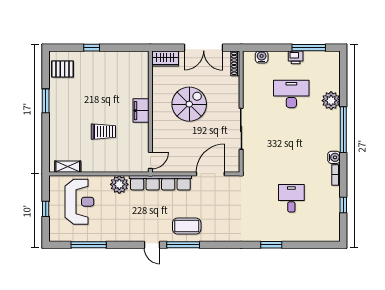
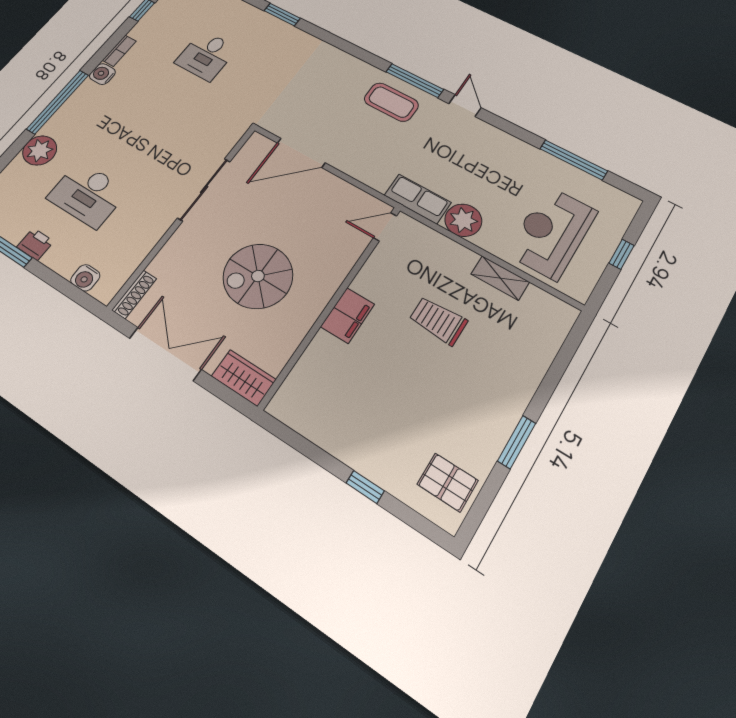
shelving: (68, 167) -> (500, 278), moved
row of seats: (160, 183) -> (418, 199), width x0.50

